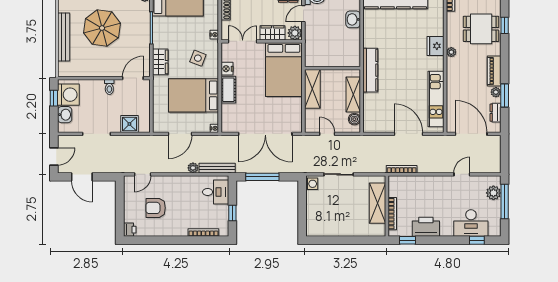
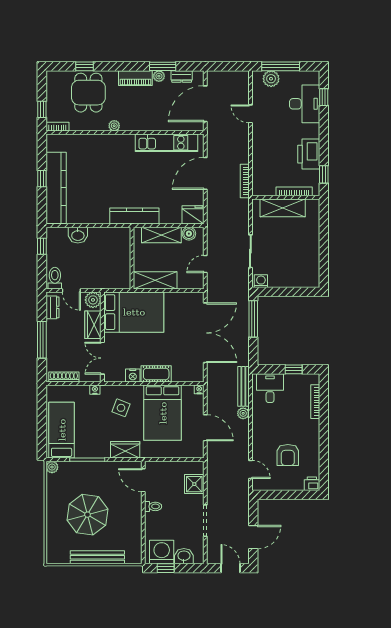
fridge: (435, 46) -> (193, 215), moved, turned 180
window: (262, 177) -> (253, 319), moved

